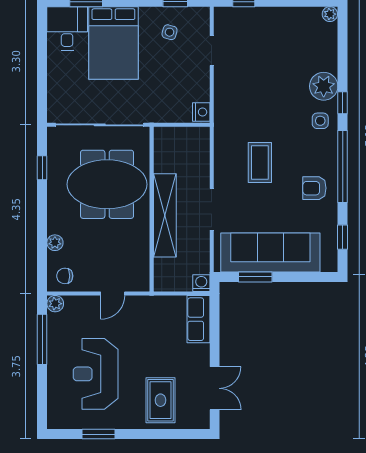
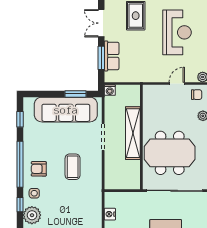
nightstand: (201, 112) -> (110, 214), moved
armchair: (314, 188) -> (39, 169), moved, turned 180
door: (113, 293) -> (177, 83), moved
row of seats: (198, 319) -> (112, 56), moved
window: (215, 334) -> (101, 58), added

